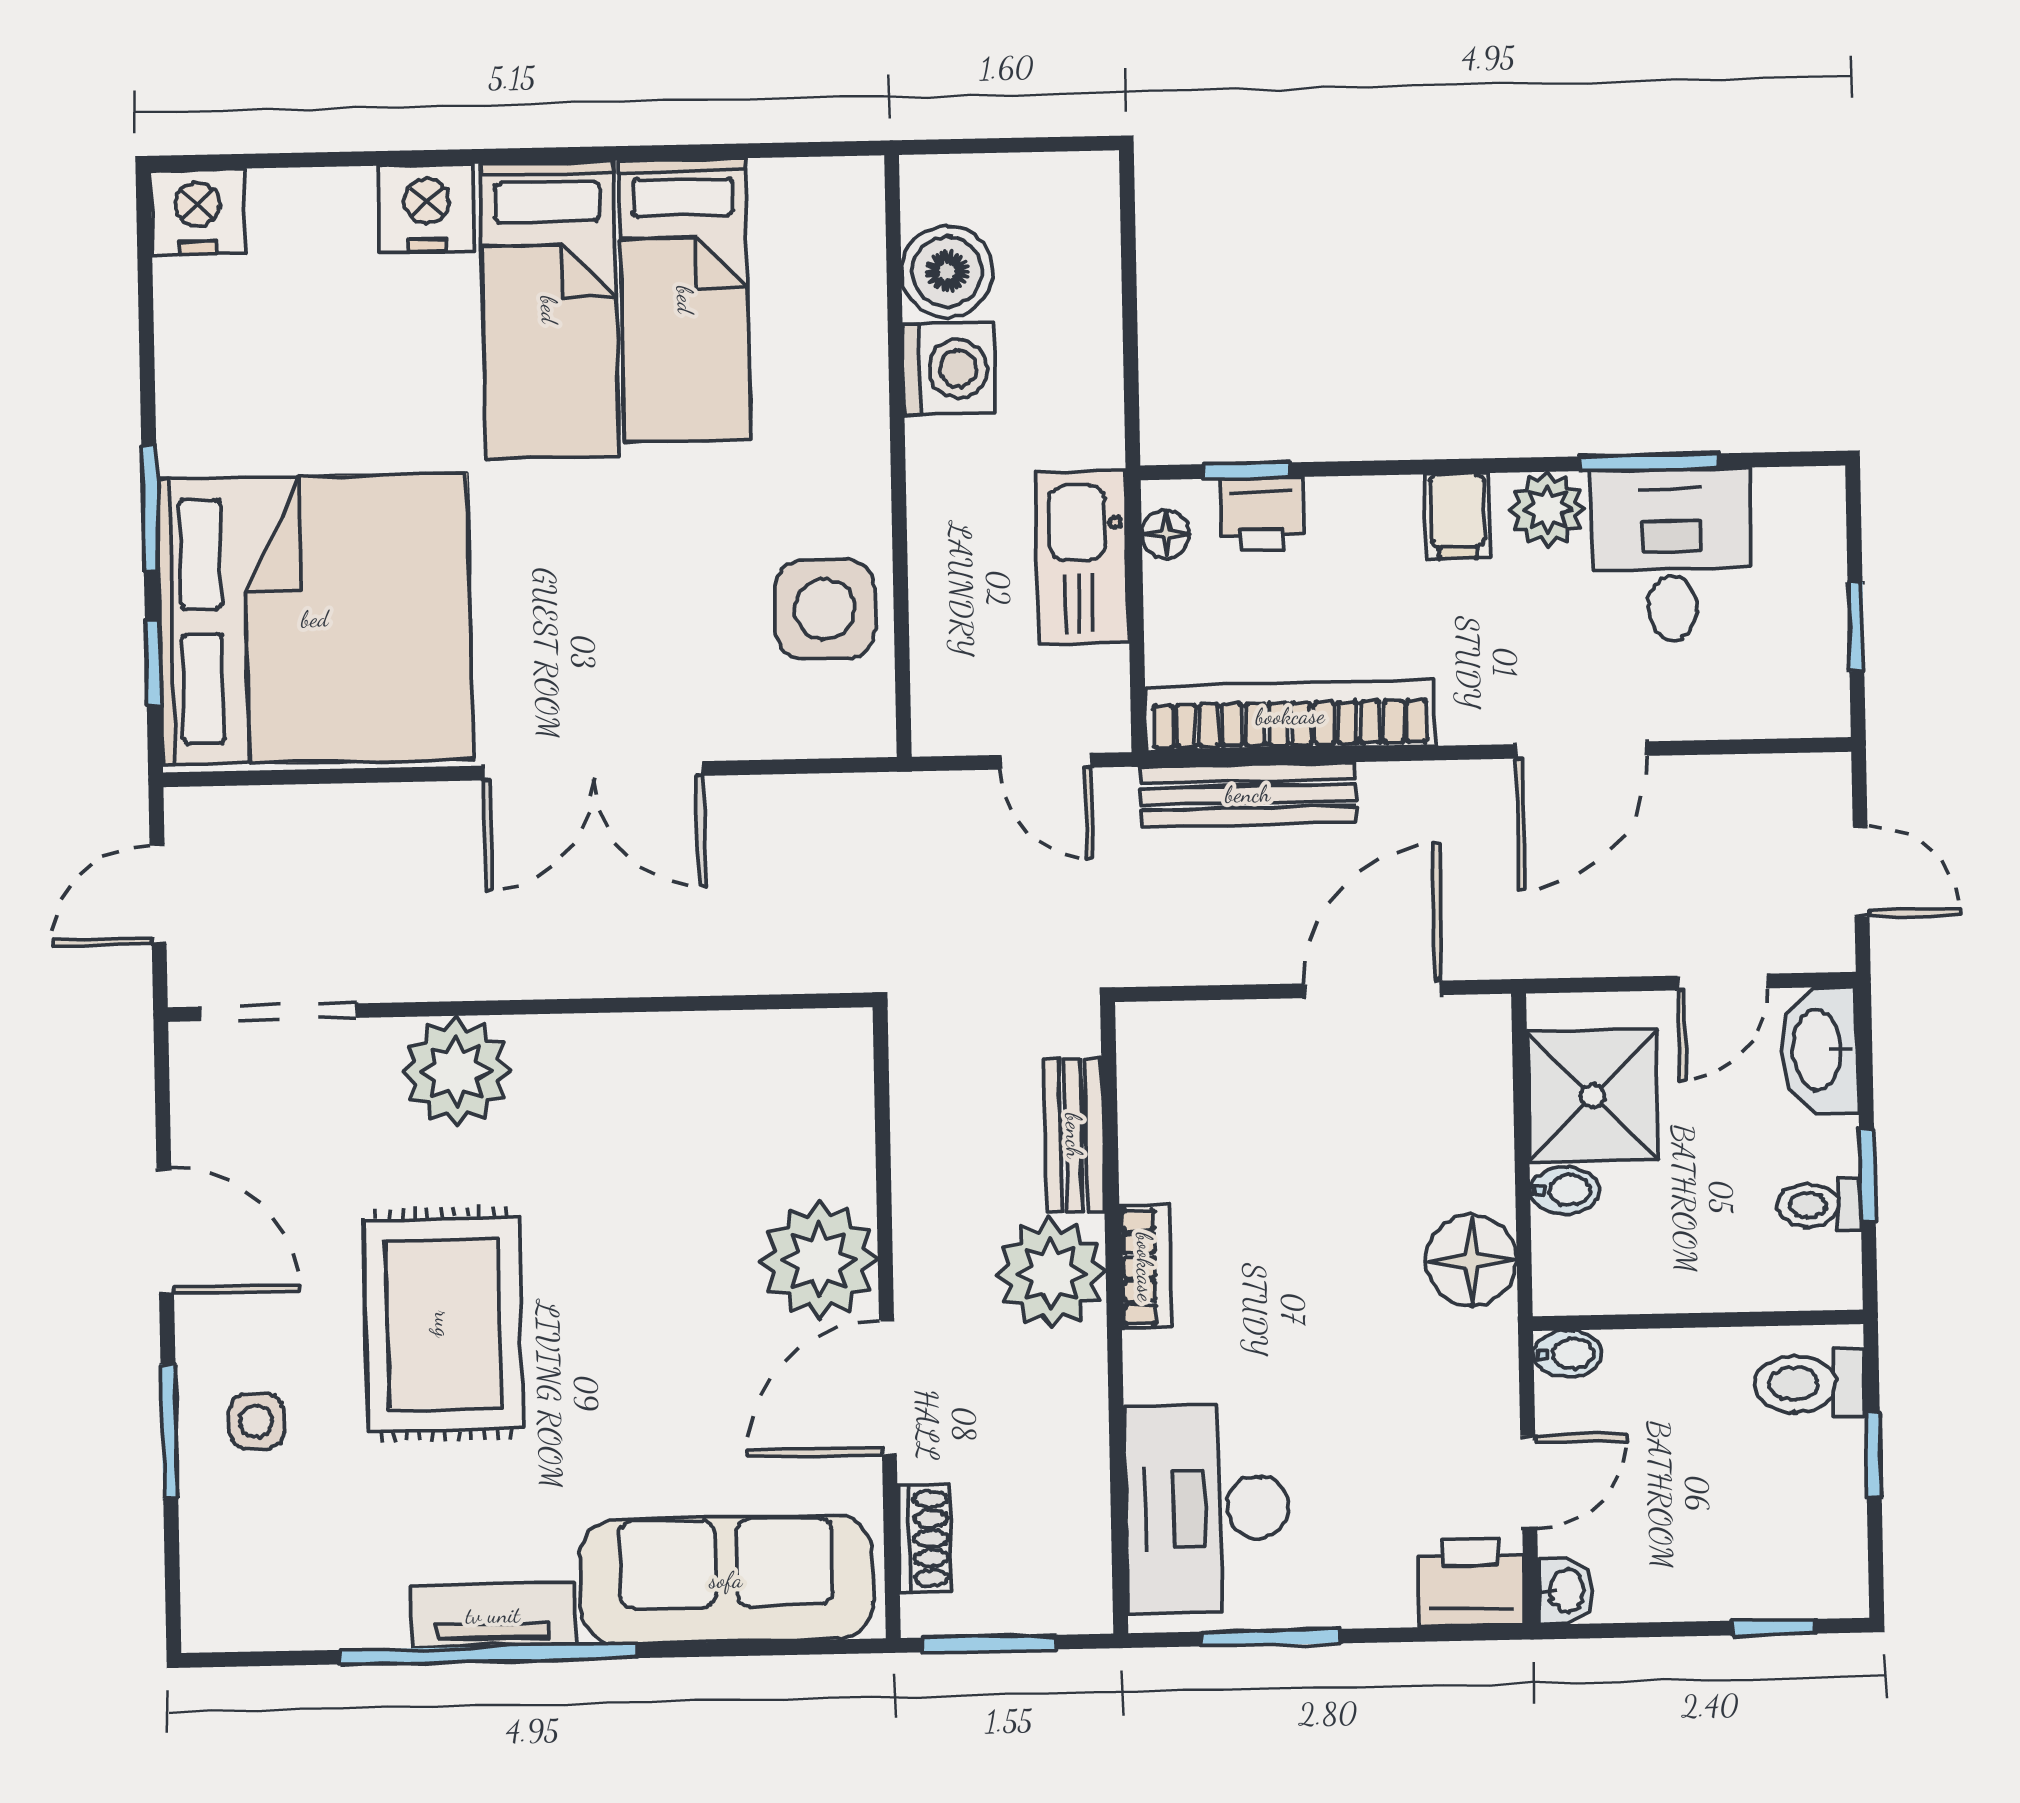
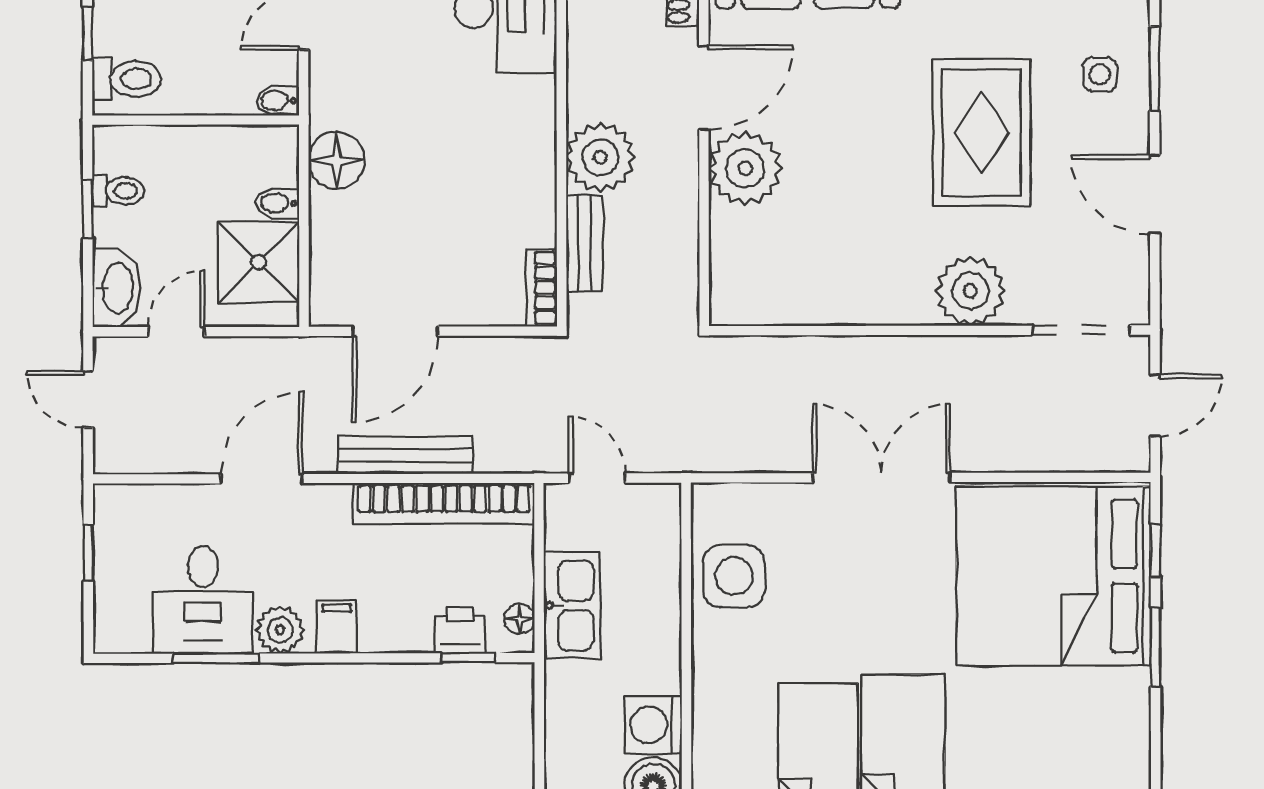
bench: (1248, 794) -> (405, 455), moved
bookcase: (1145, 1267) -> (541, 288), moved

